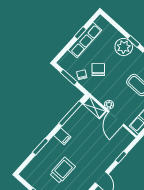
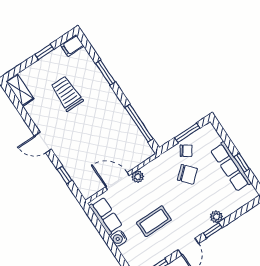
plant: (124, 47) -> (216, 217), width x0.53, depth x0.53
shelving: (94, 107) -> (139, 157), removed
filing cabinet: (62, 136) -> (72, 46), moved
trolley: (62, 170) -> (67, 94), turned 180

